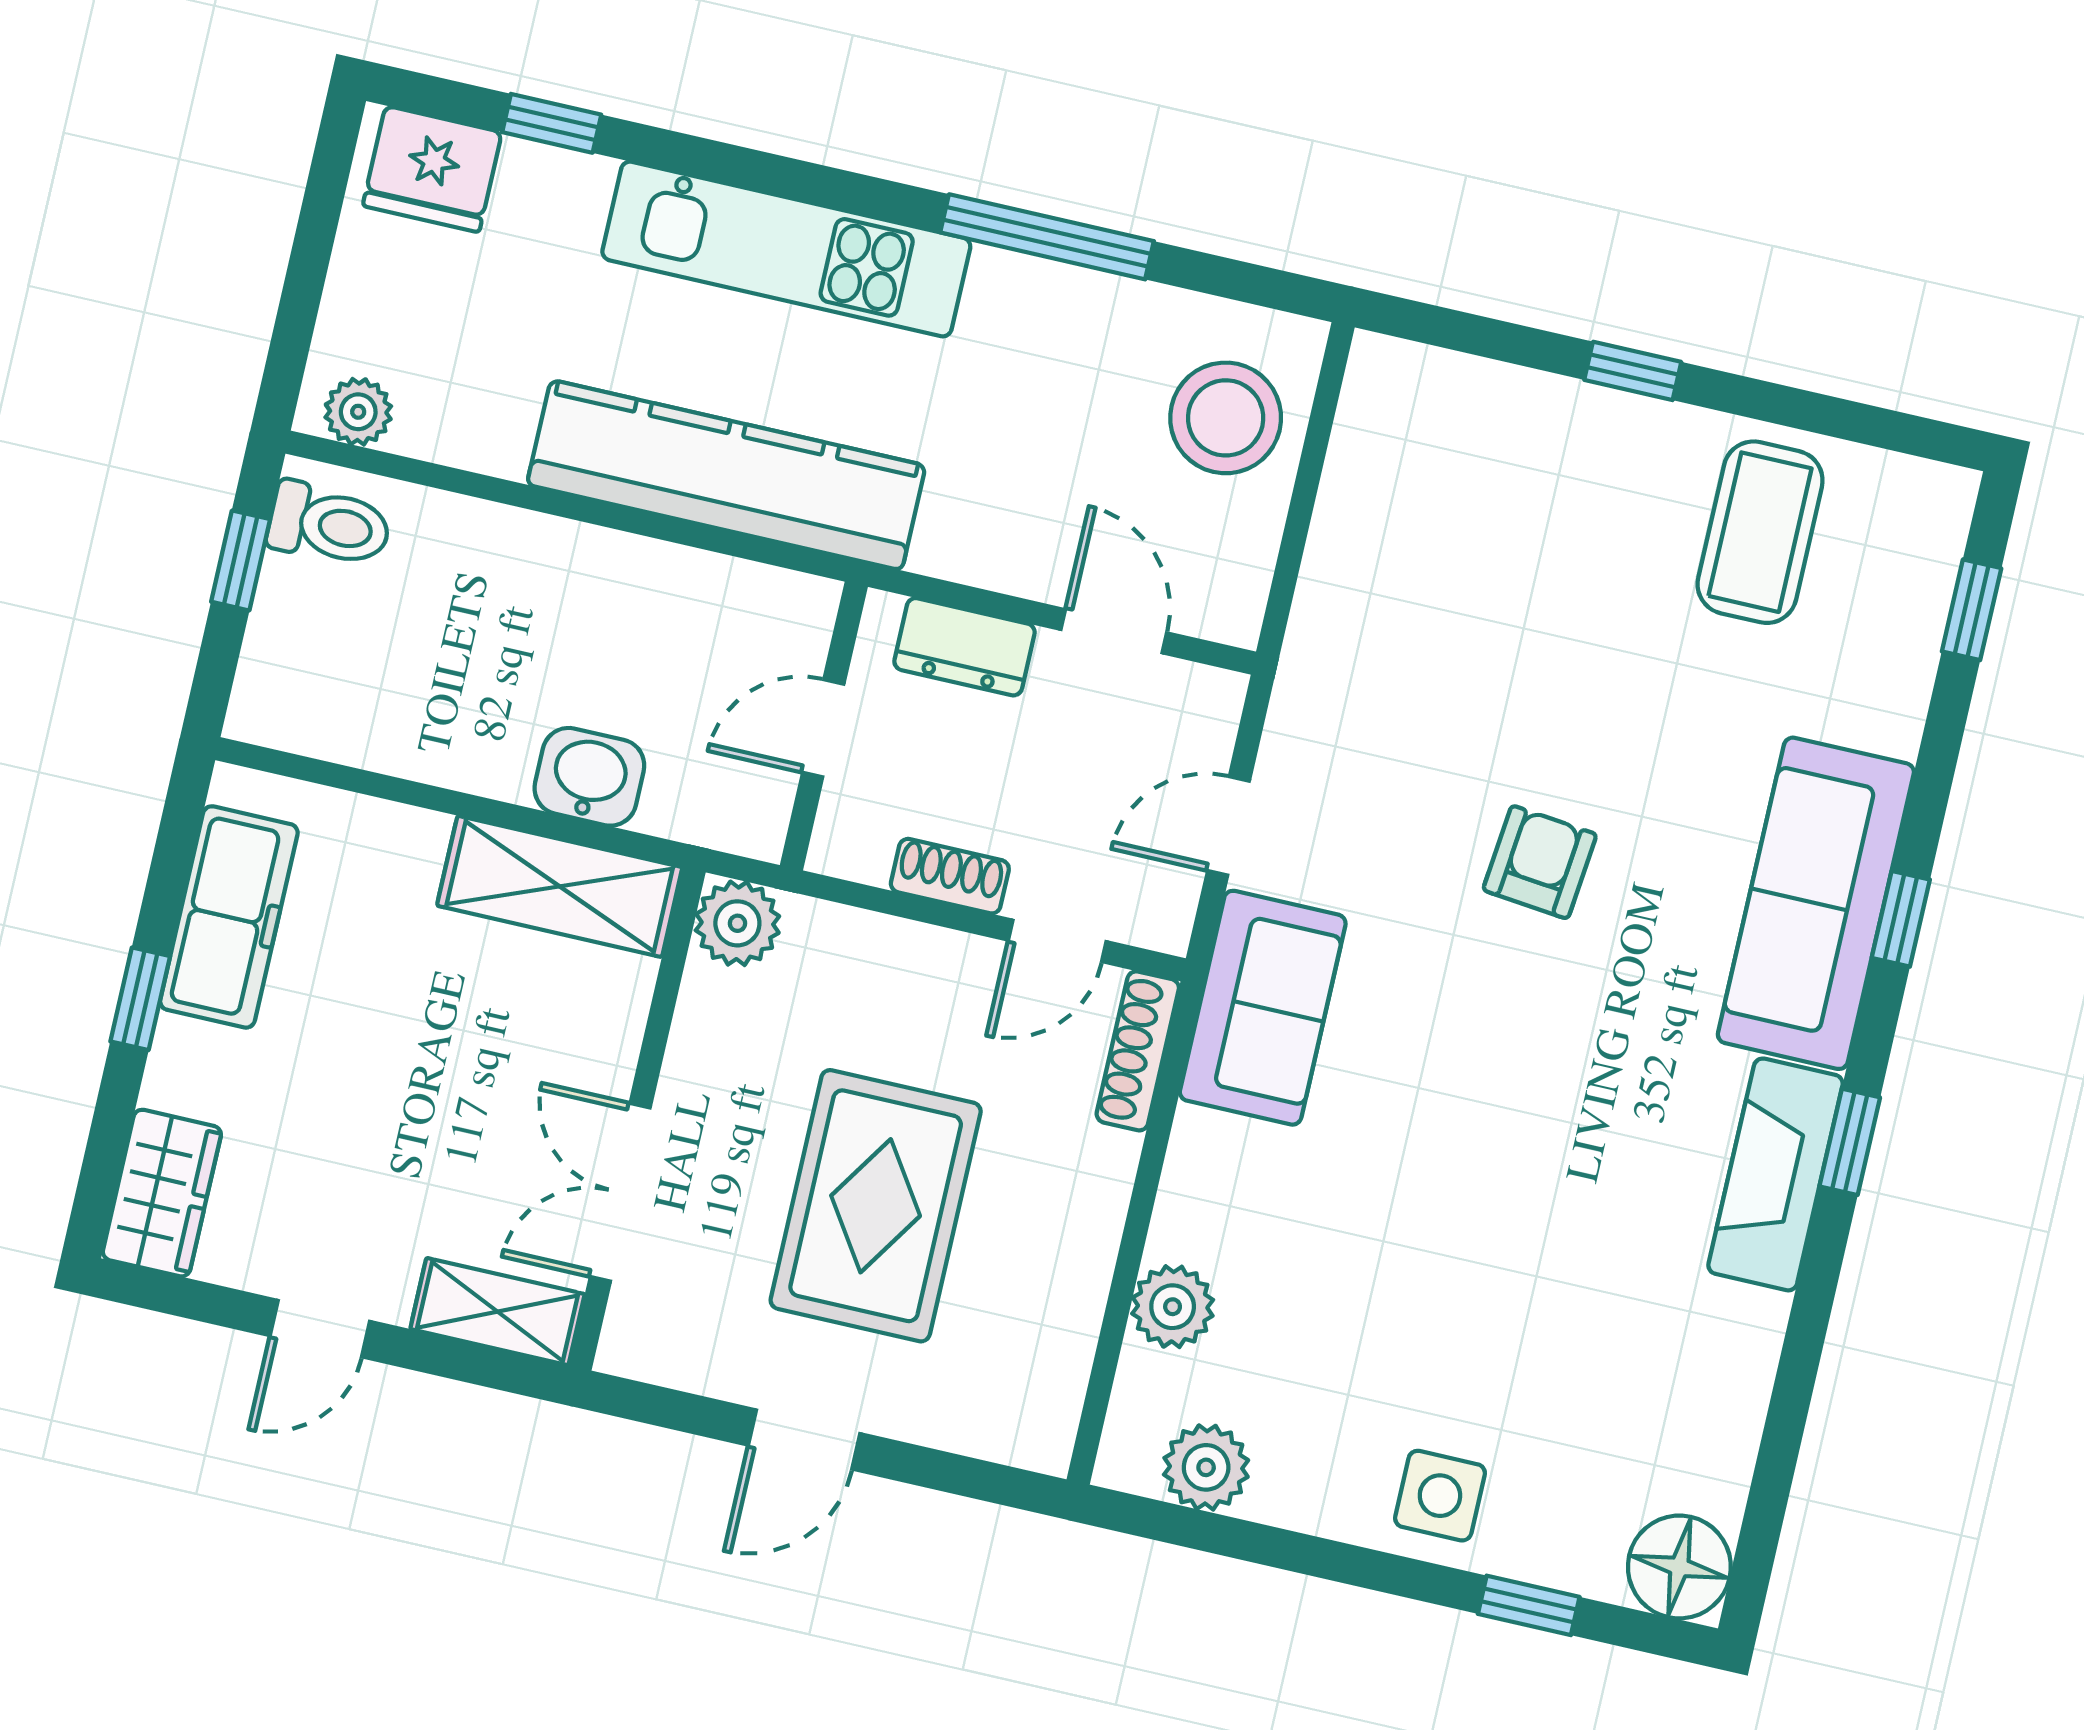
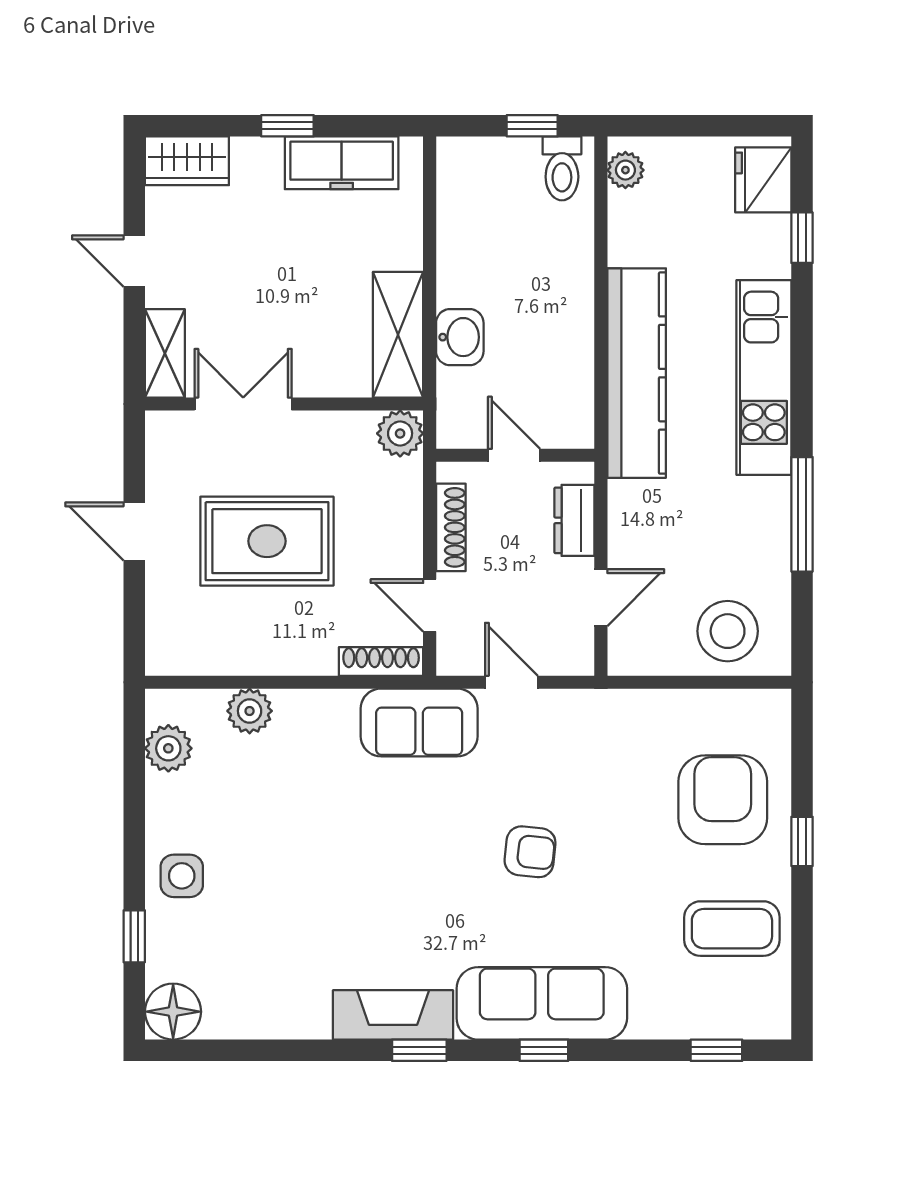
armchair: (1526, 496) -> (723, 800), added
shoe rack: (950, 876) -> (451, 527), width x1.43

